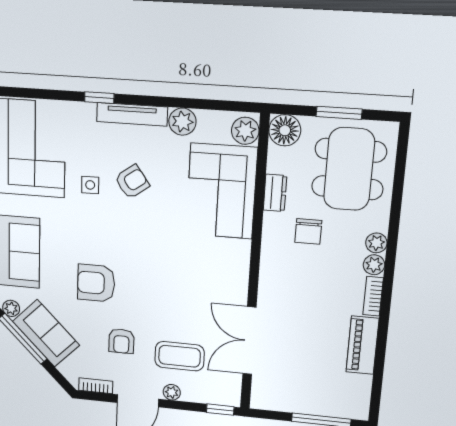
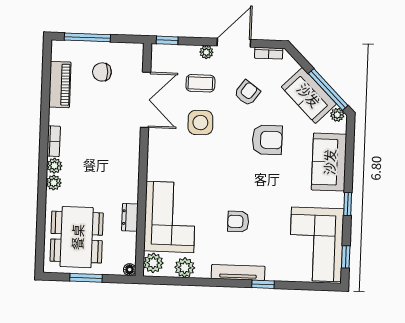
plant: (182, 122) -> (185, 268), moved
floor lamp: (285, 130) -> (130, 270), width x0.53, depth x0.53
armchair: (132, 182) -> (238, 222), turned 36
side table: (90, 185) -> (200, 123), moved, width x1.87, depth x1.87
chair: (308, 231) -> (102, 72), moved, turned -90
armchair: (121, 341) -> (247, 93), turned 36
piano: (362, 345) -> (60, 85), moved
coffee table: (180, 356) -> (200, 83), width x0.73, depth x0.77

